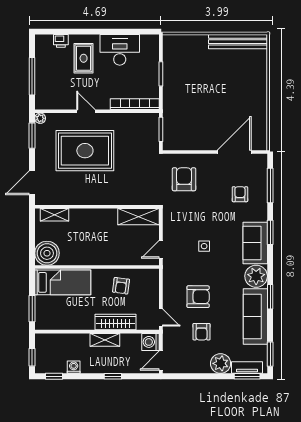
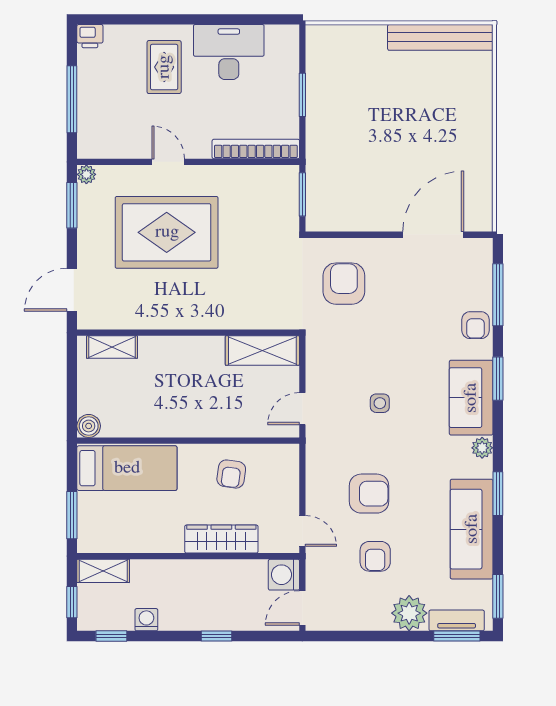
printer: (61, 41) -> (90, 36), moved
armchair: (240, 194) -> (476, 325), moved, turned 180
boiler: (47, 253) -> (89, 426), width x0.54, depth x0.54
plant: (256, 276) -> (482, 448), width x0.53, depth x0.53
shelving: (105, 340) -> (103, 571), moved

